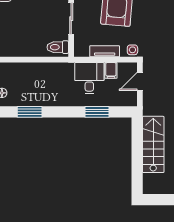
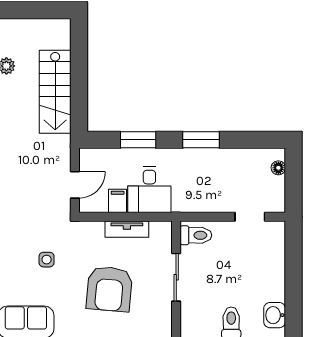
side table: (132, 50) -> (47, 260), moved
doorway: (21, 60) -> (250, 217), added
window: (30, 112) -> (201, 140), moved

